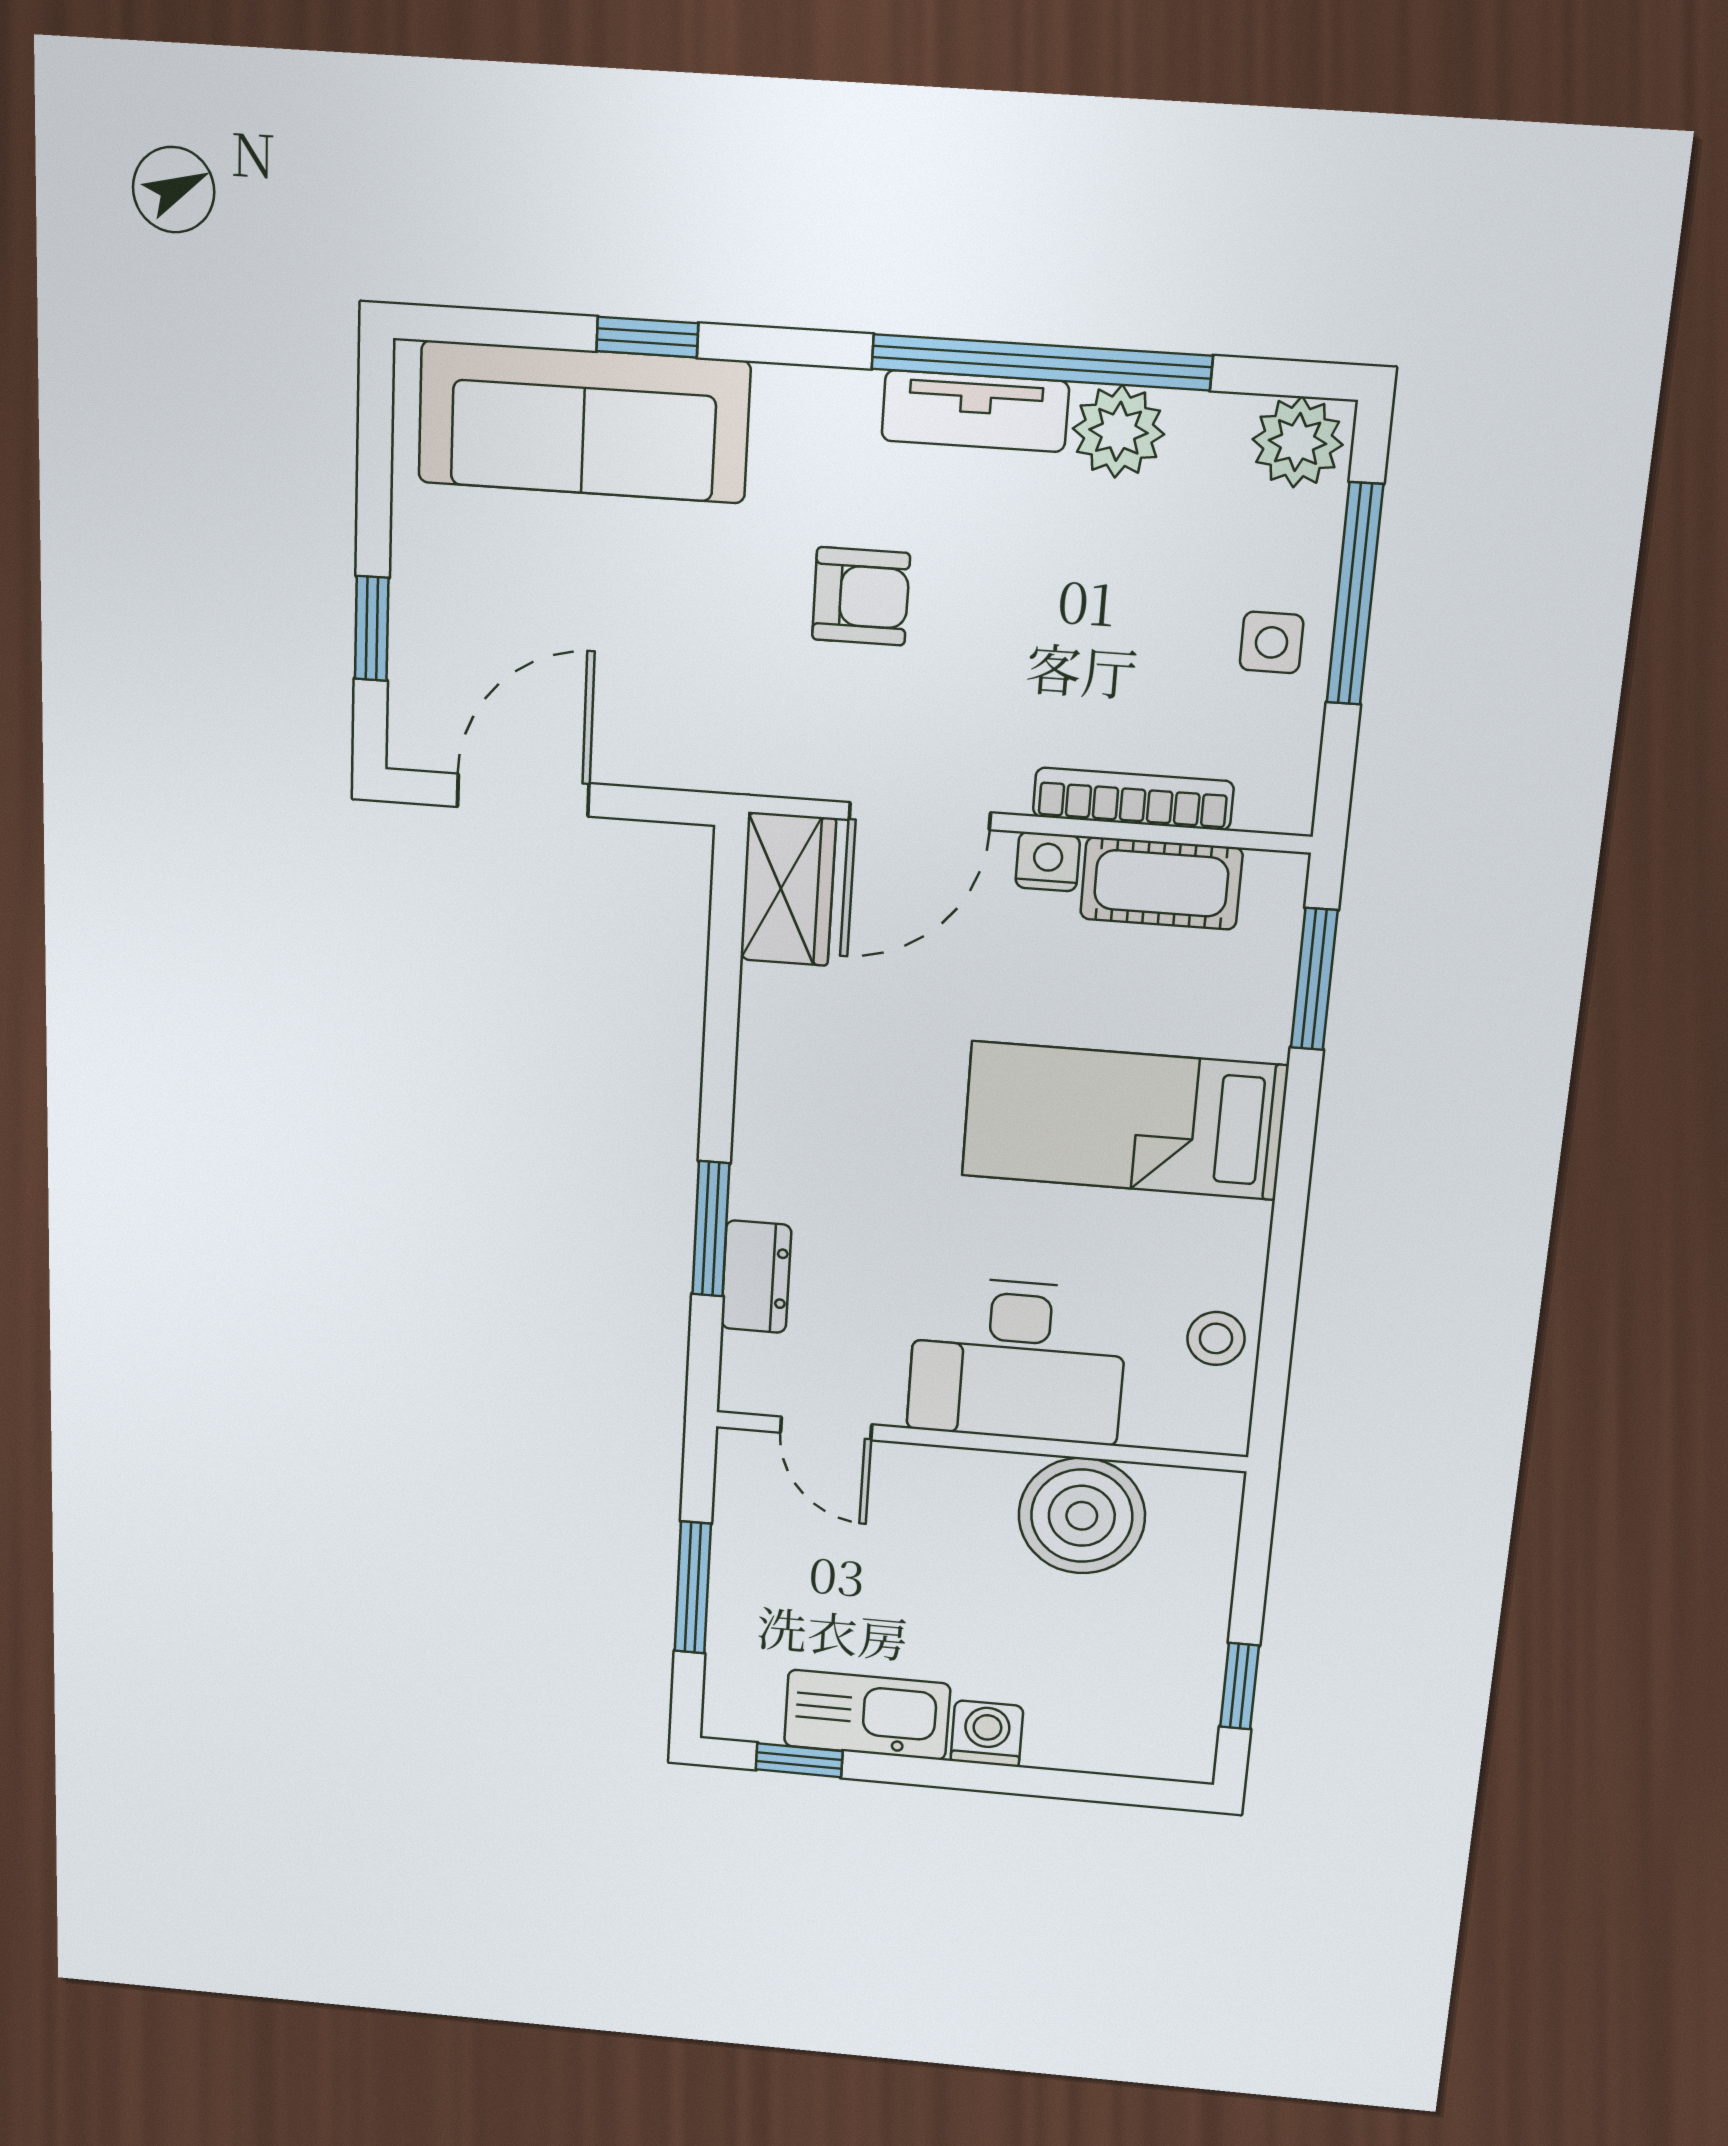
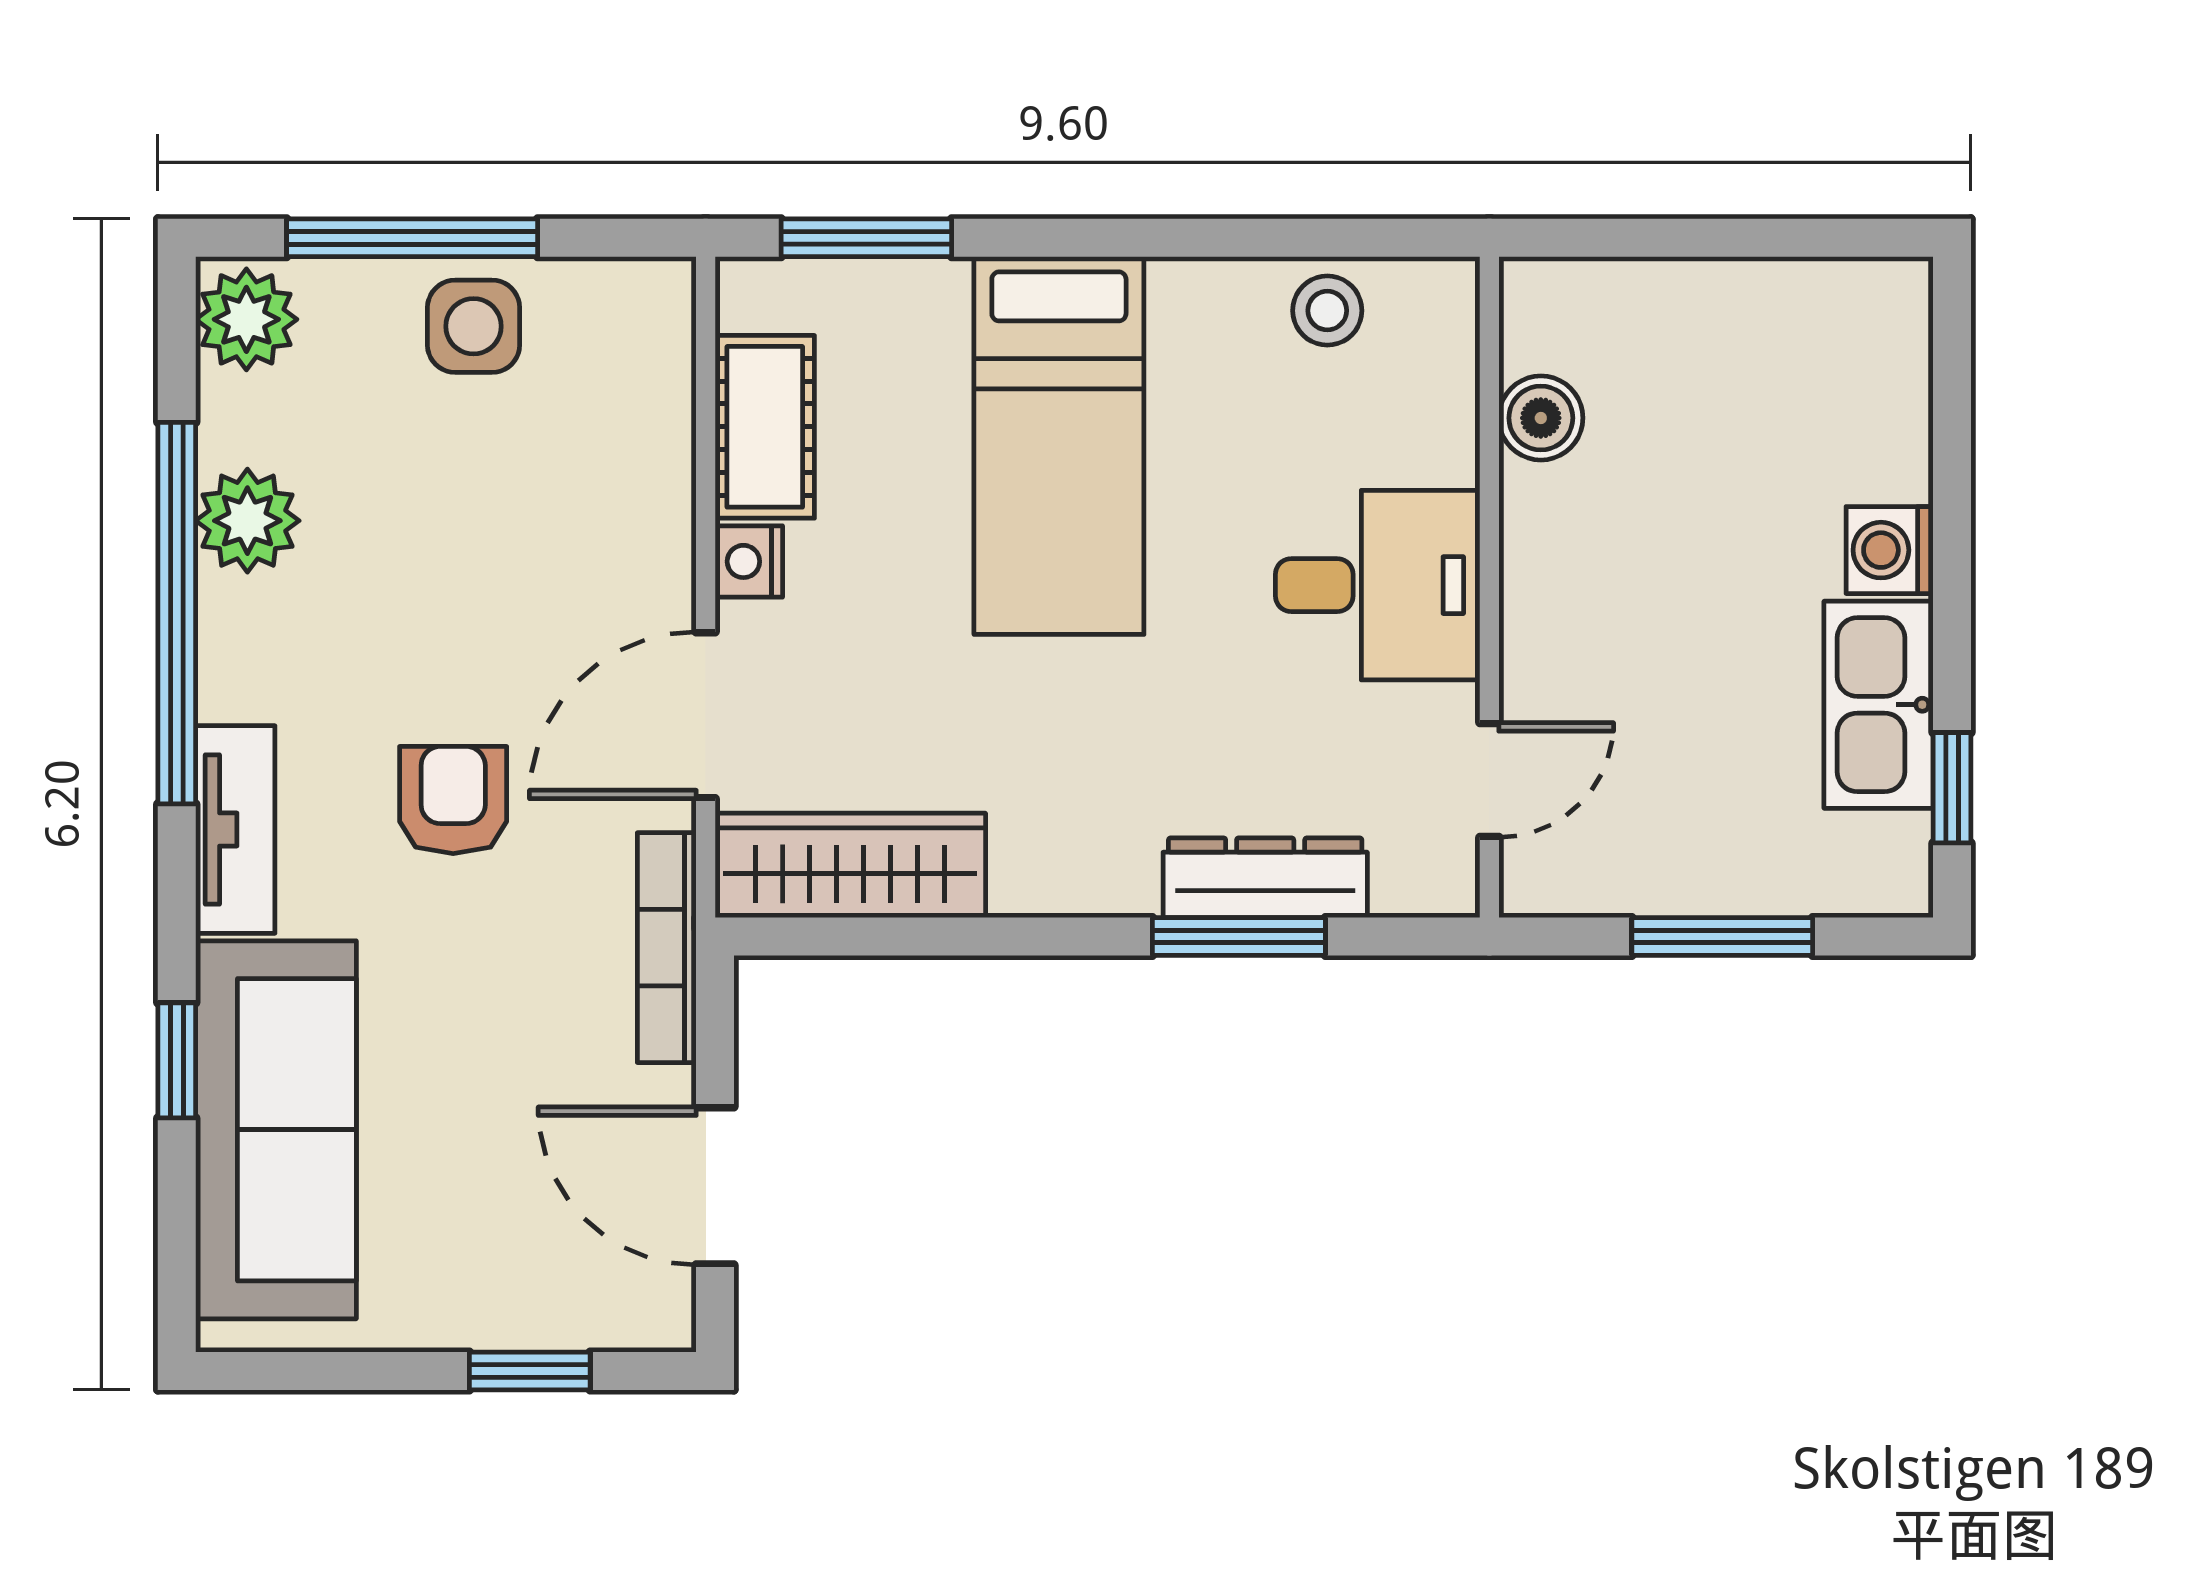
tv unit: (975, 411) -> (235, 829), moved
side table: (1272, 642) -> (474, 326), width x1.37, depth x1.37
bookcase: (1133, 799) -> (667, 948), moved
door: (920, 816) -> (706, 715), swing flipped
wardrobe: (788, 889) -> (850, 865), width x1.50
dresser: (756, 1277) -> (1265, 878), width x1.44
desk: (1017, 1361) -> (1378, 585), width x0.73
boiler: (1082, 1516) -> (1541, 418), width x0.54, depth x0.54
window: (1240, 1686) -> (1791, 238), removed

